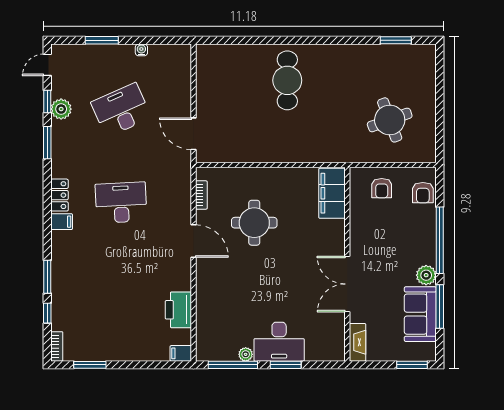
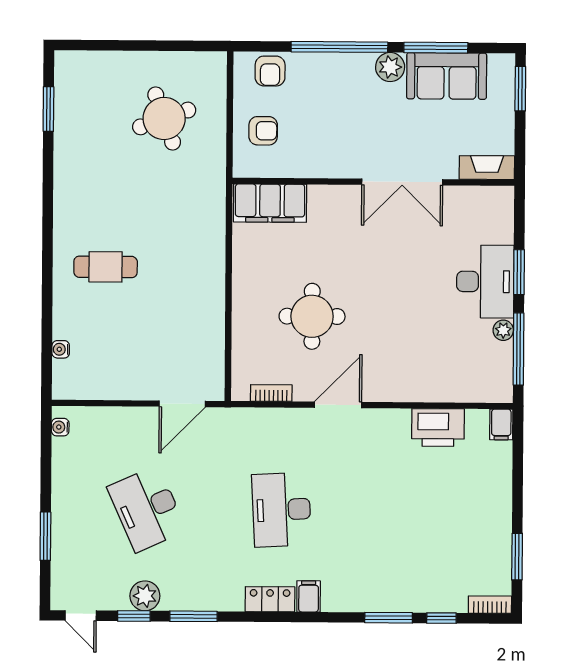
water cooler: (141, 50) -> (60, 427), moved
water cooler: (230, 50) -> (61, 349), added
cafe table: (287, 80) -> (106, 267), width x0.73, depth x0.74
armchair: (423, 193) -> (270, 71), turned 90

